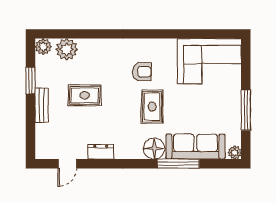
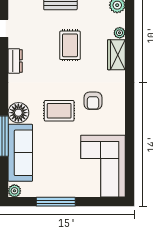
wardrobe: (94, 48) -> (116, 55), added
plant: (67, 49) -> (120, 33), width x0.53, depth x0.53

